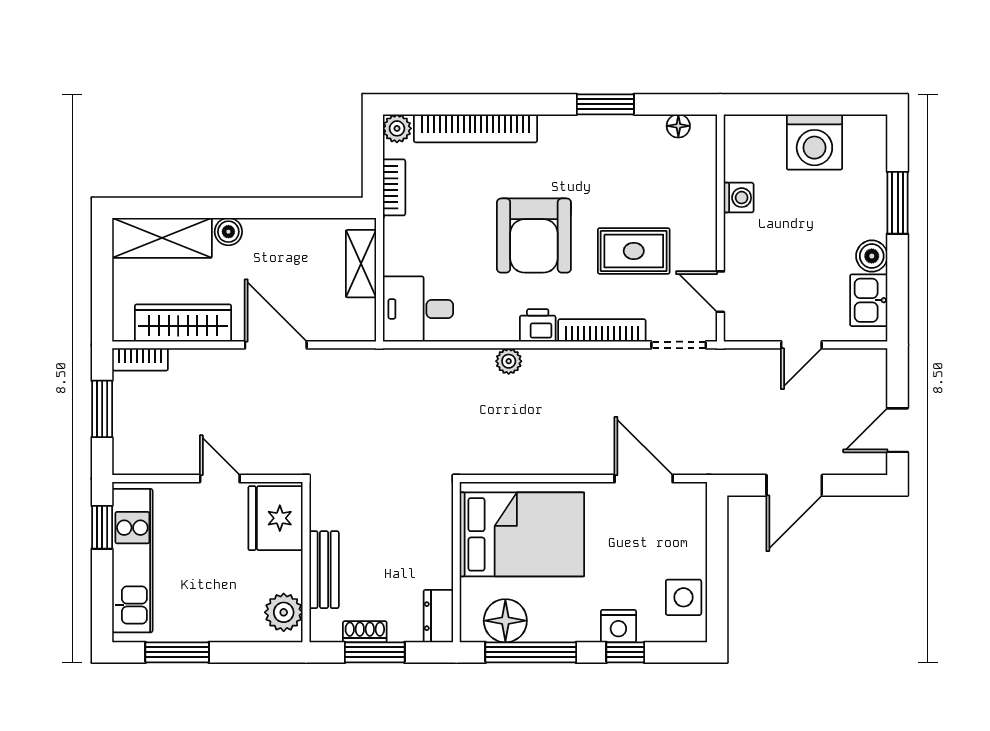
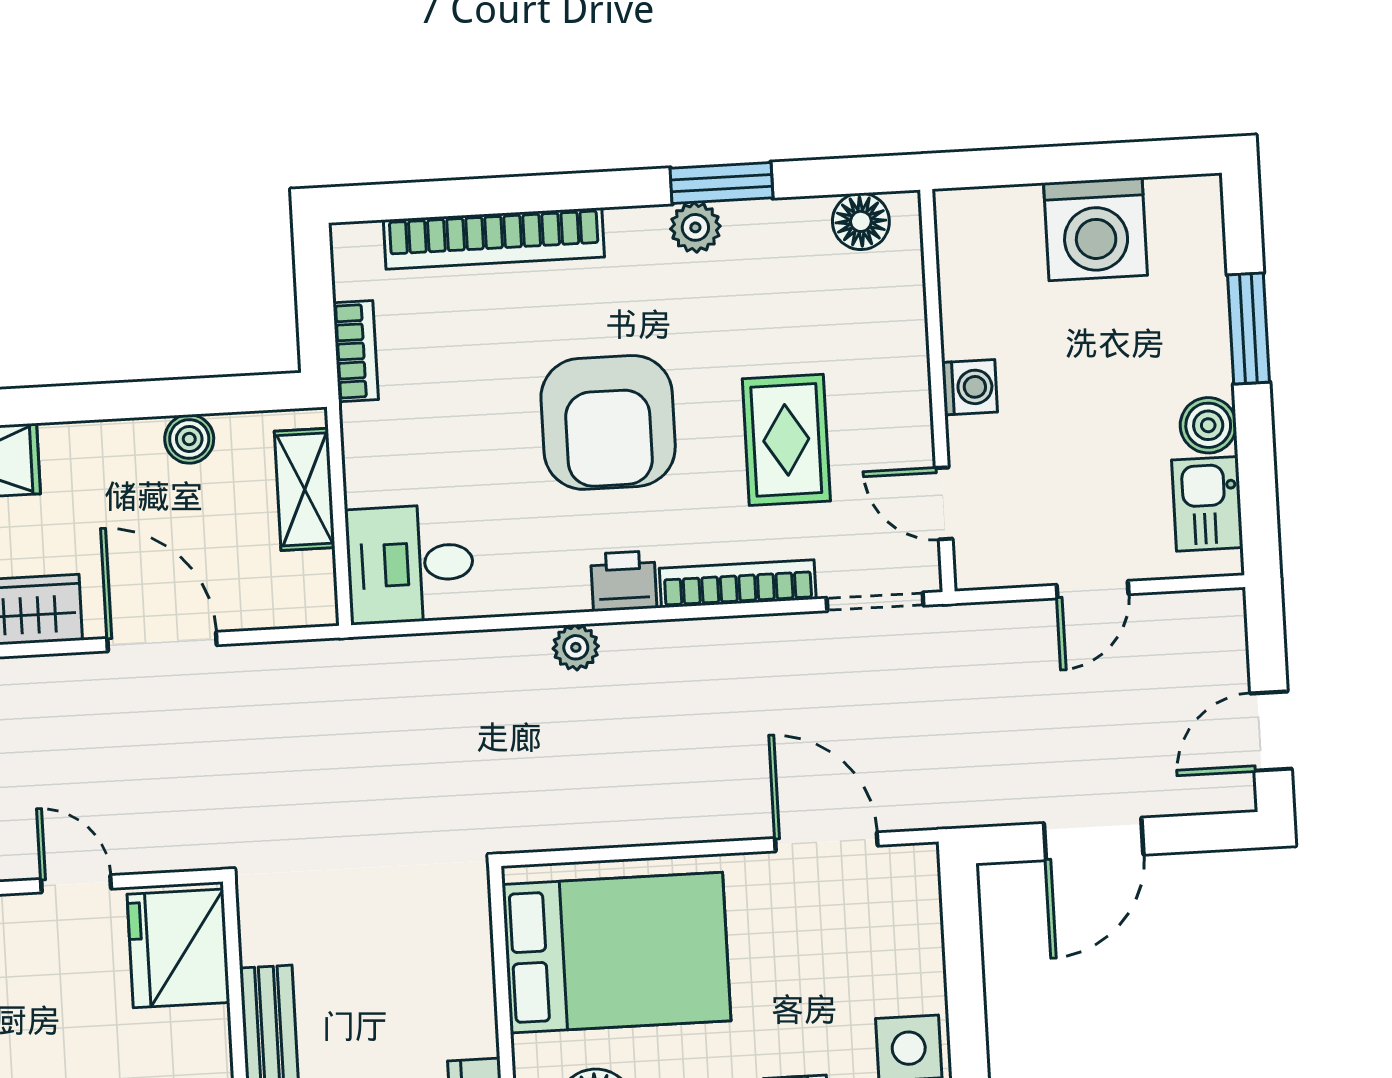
floor lamp: (678, 126) -> (861, 221), width x1.37, depth x1.37
plant: (397, 128) -> (695, 227), moved
washing machine: (739, 198) -> (970, 387), moved
boiler: (228, 232) -> (189, 439), moved
rug: (634, 251) -> (786, 440), turned 90

